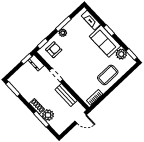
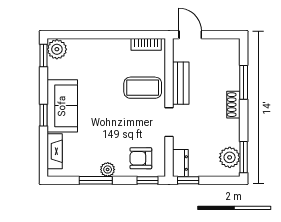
plant: (121, 54) -> (57, 49), moved
coffee table: (108, 75) -> (143, 88), moved
plant: (48, 115) -> (230, 157), moved

